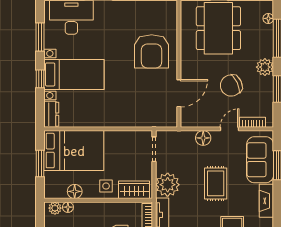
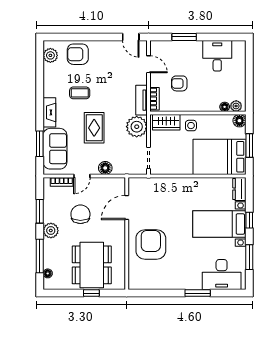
chair: (231, 86) -> (80, 214), turned -65
floor lamp: (75, 191) -> (239, 121), moved

